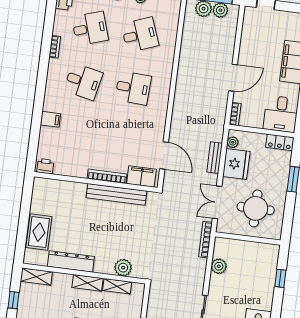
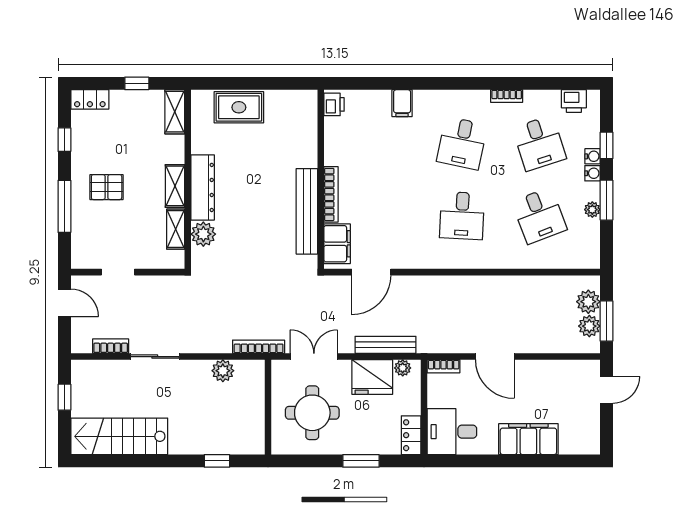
bench: (215, 158) -> (386, 345), width x1.36
dresser: (71, 261) -> (203, 187), moved

